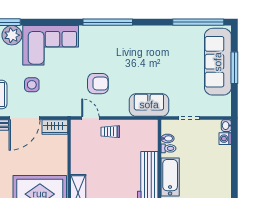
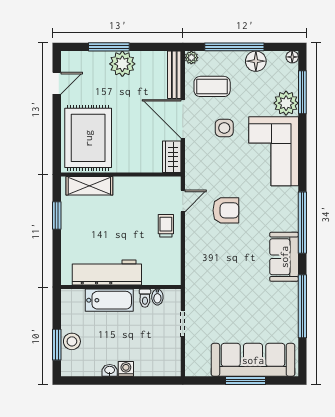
window: (198, 22) -> (302, 306), moved
armchair: (98, 84) -> (226, 210), turned -90
sofa: (149, 105) -> (284, 257), moved, turned 180
washbasin: (226, 126) -> (110, 370), moved
washing machine: (225, 139) -> (126, 369), moved

